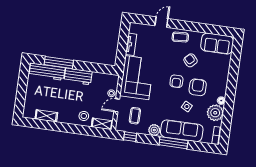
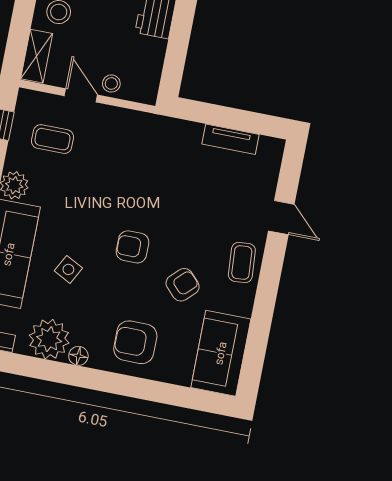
corner sofa: (137, 78) -> (147, 149), removed
armchair: (198, 87) -> (135, 342), moved, turned 180

